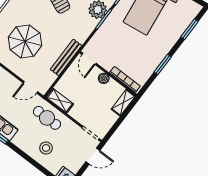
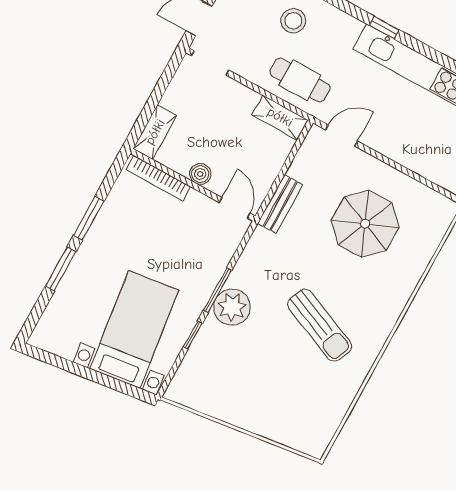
window: (190, 29) -> (61, 269), moved
bench: (66, 57) -> (280, 204), width x0.73

